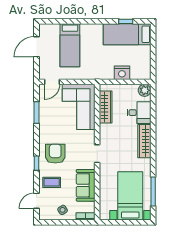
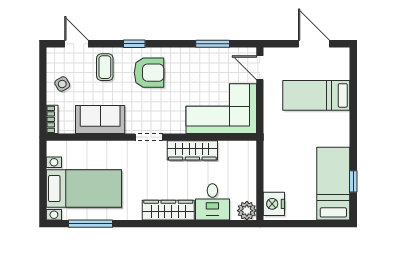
nightstand: (122, 73) -> (274, 204), moved
wardrobe: (106, 107) -> (192, 150), moved

